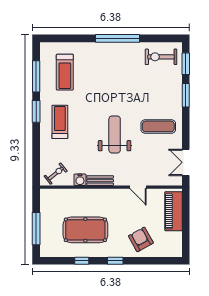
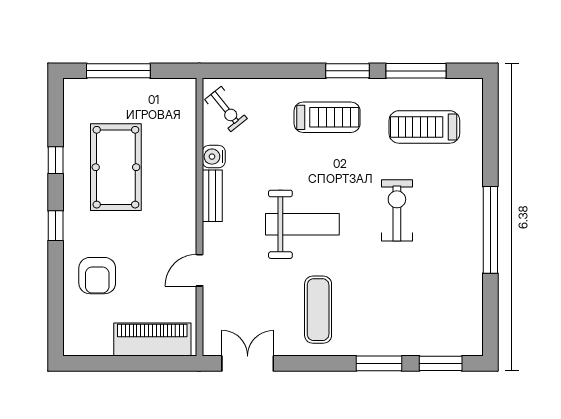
exercise bike: (161, 57) -> (397, 210), moved
armchair: (141, 239) -> (97, 276), turned 119

